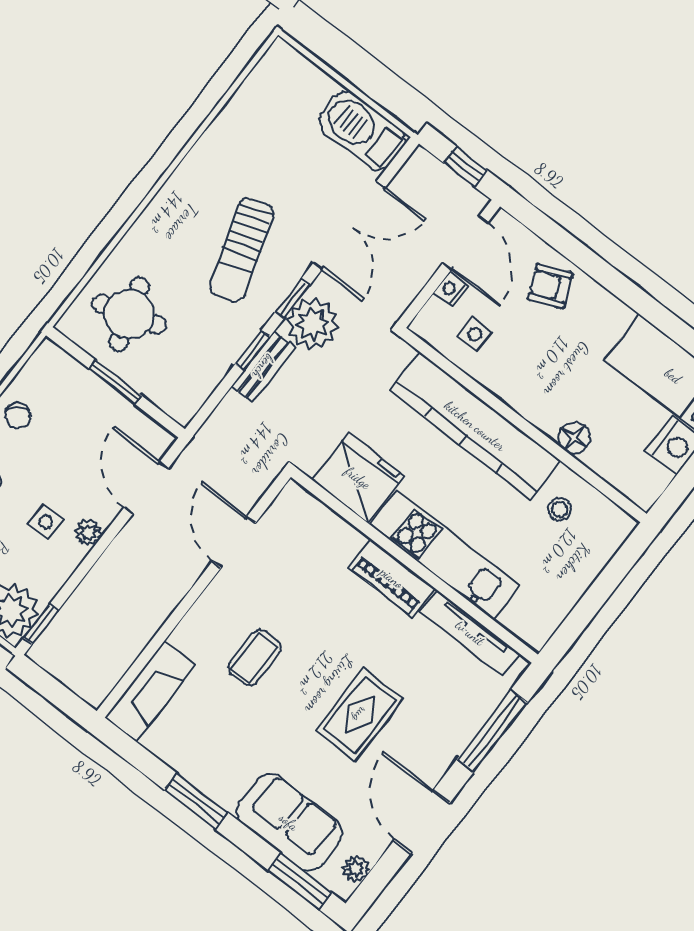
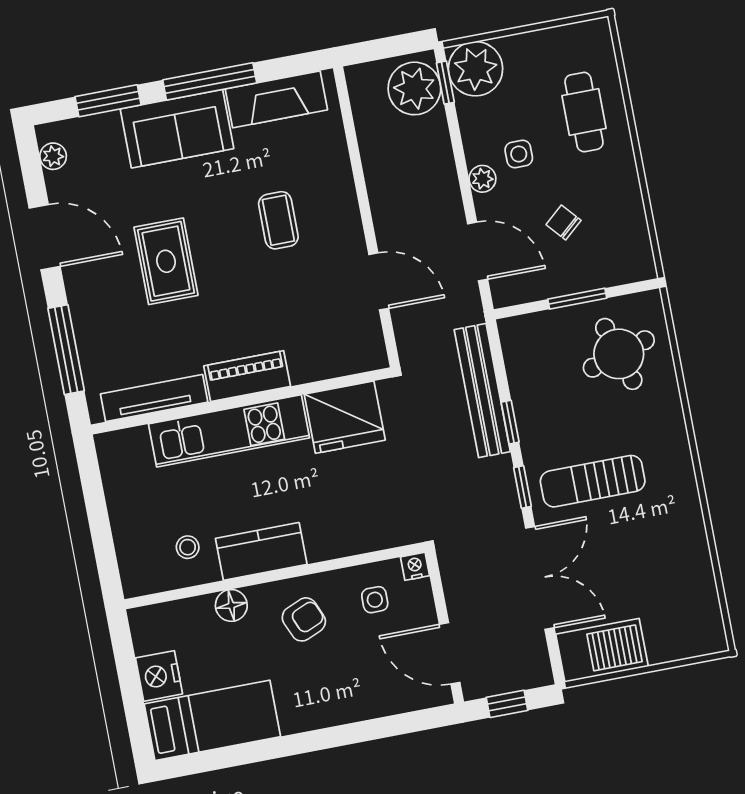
double door: (349, 225) -> (540, 578), swing flipped
sun lounger: (242, 250) -> (593, 481), turned -72
armchair: (550, 286) -> (304, 619), moved
nightstand: (451, 290) -> (415, 566), moved, turned -90
plant: (313, 324) -> (414, 88), moved
bench: (263, 367) -> (482, 391), width x1.86, depth x1.21
chair: (18, 416) -> (564, 223), moved
kitchen counter: (475, 426) -> (261, 551), width x0.48, depth x0.86
fireplace: (150, 692) -> (276, 99), moved, turned -90
window: (196, 801) -> (210, 81), width x1.44
sofa: (289, 822) -> (177, 129), moved
window: (300, 881) -> (108, 101), moved

